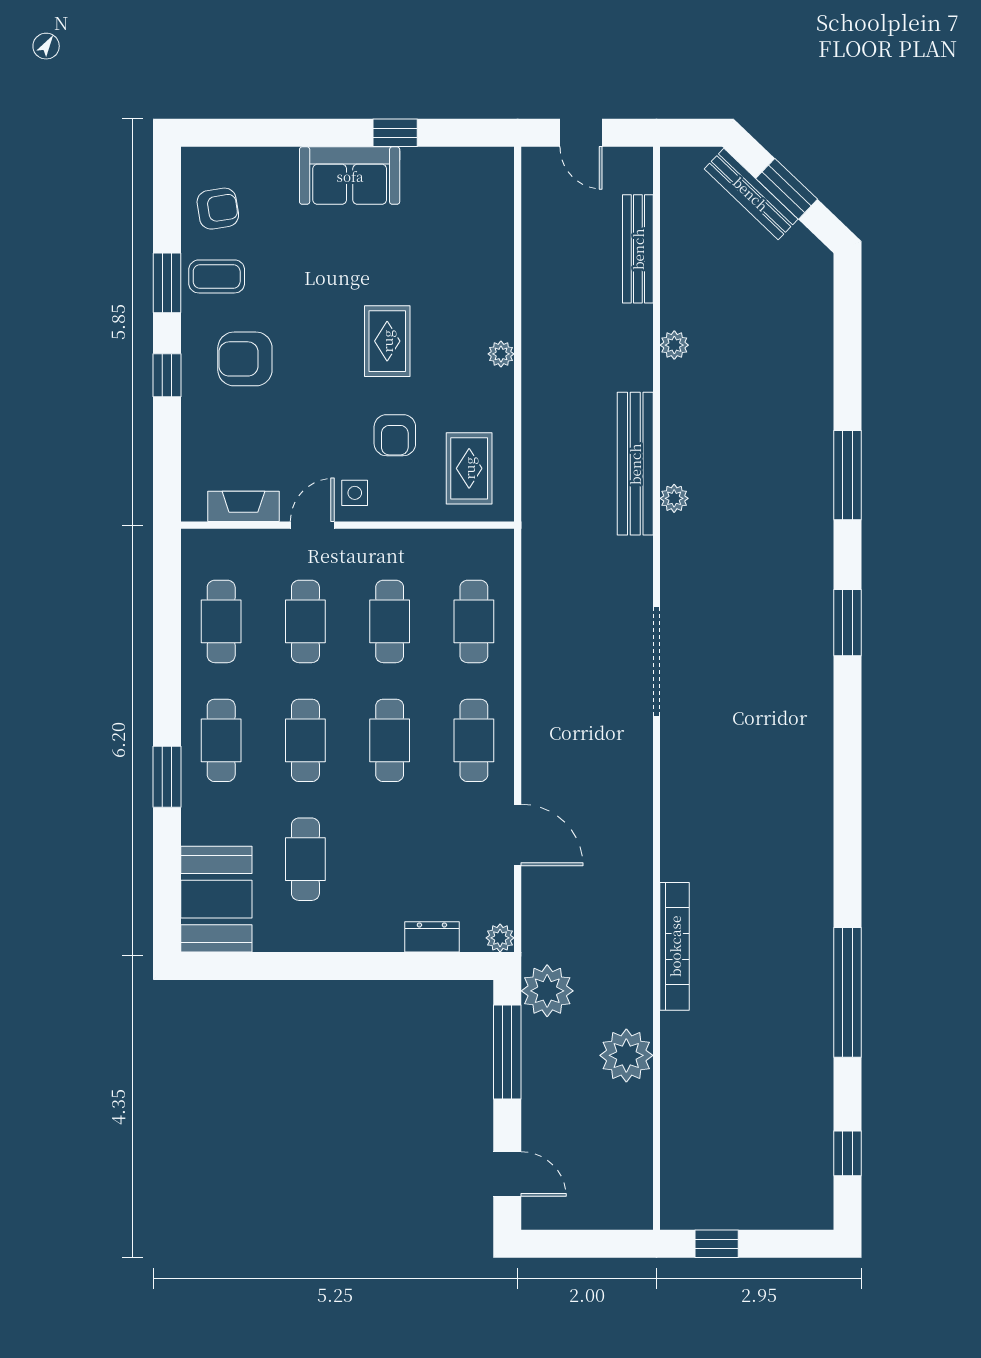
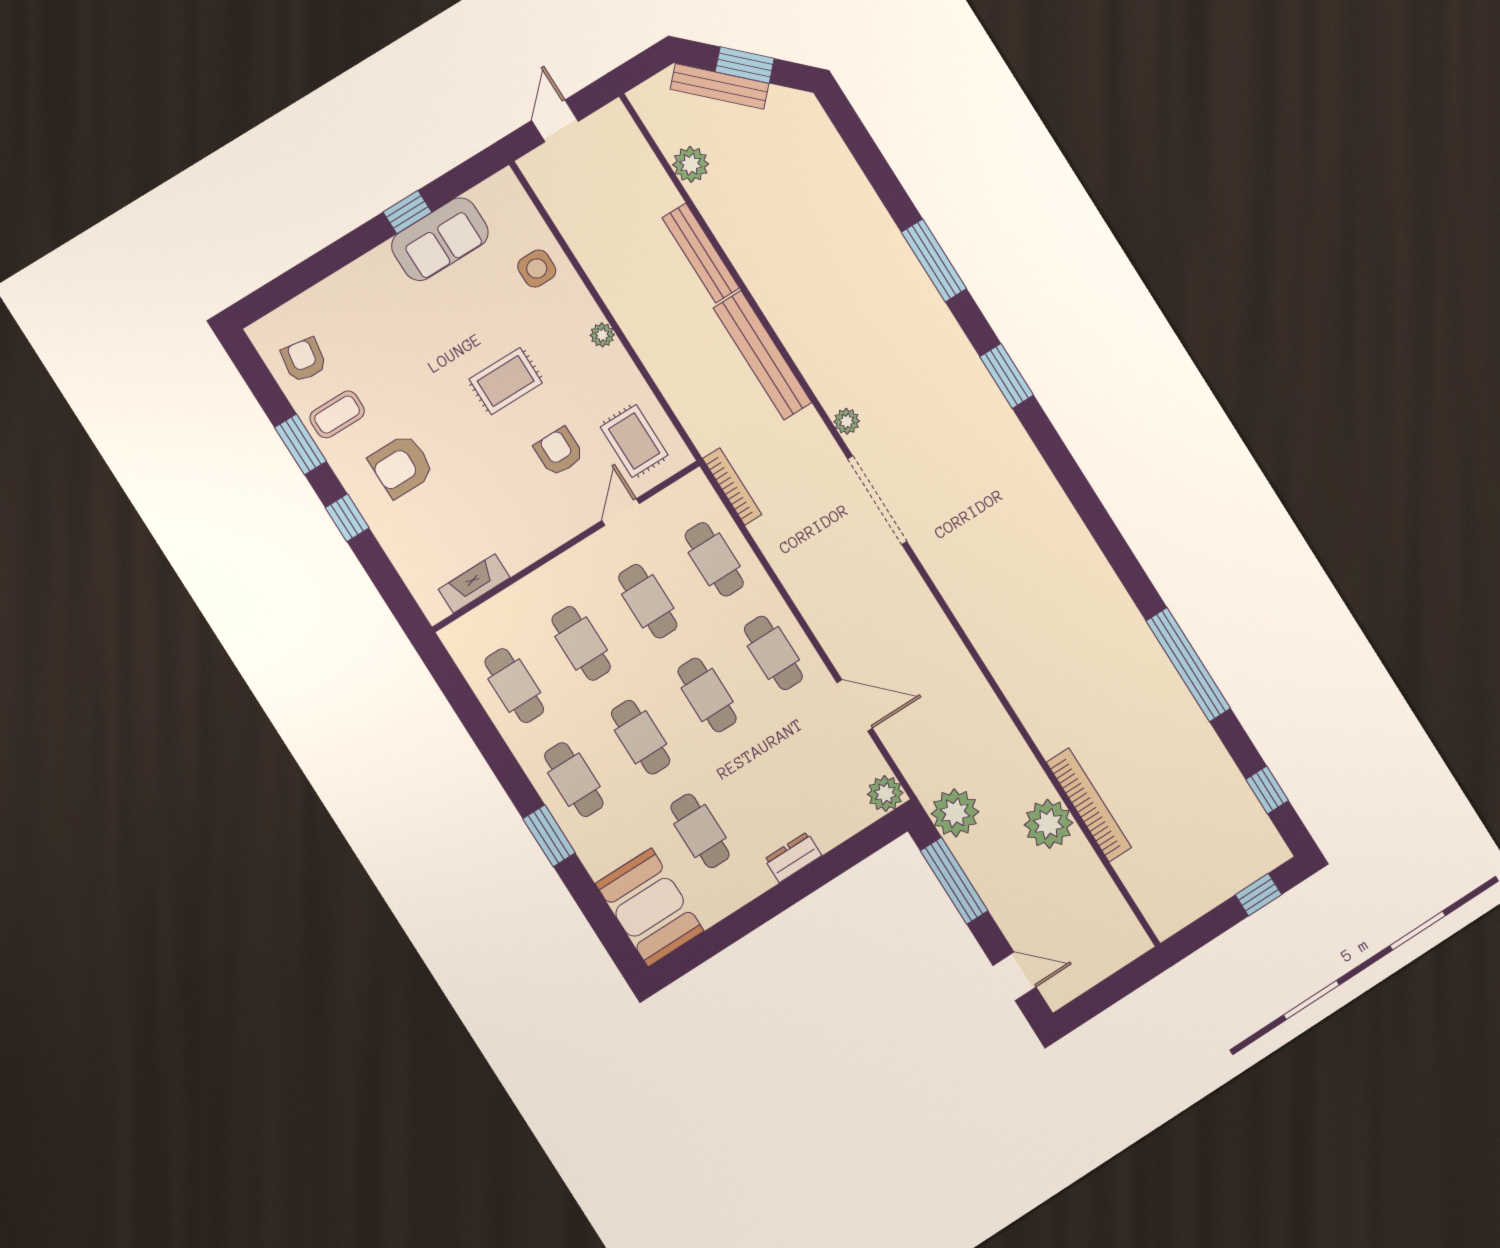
door: (581, 133) -> (555, 121), swing flipped
sofa: (350, 176) -> (440, 239), moved
armchair: (218, 209) -> (304, 360), turned -72
bench: (638, 249) -> (701, 253), moved
rug: (387, 341) -> (506, 381), turned 90
plant: (674, 345) -> (691, 164), moved, width x1.38, depth x1.38
armchair: (395, 435) -> (559, 452), turned 180
side table: (355, 493) -> (537, 268), moved, width x1.37, depth x1.37
plant: (674, 498) -> (847, 421), moved
door: (312, 525) -> (621, 512), moved
bookcase: (532, 566) -> (732, 487), added
dresser: (432, 937) -> (793, 857), moved
plant: (500, 938) -> (885, 794), width x1.38, depth x1.38
bookcase: (675, 946) -> (1089, 805), moved
window: (717, 1244) -> (1258, 895), moved

